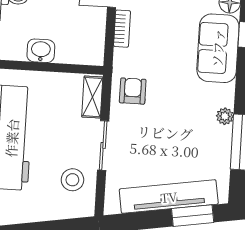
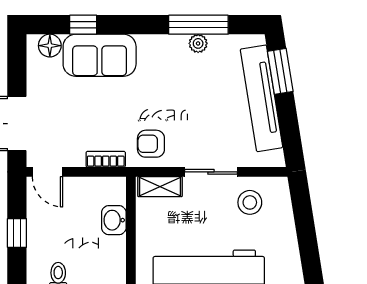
bookcase: (122, 29) -> (106, 159), moved
washbasin: (41, 51) -> (114, 220), moved
plant: (225, 116) -> (198, 43), moved

